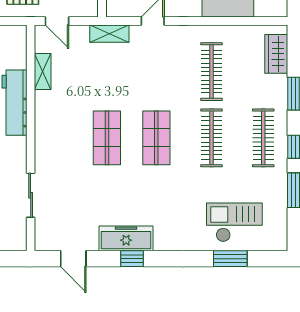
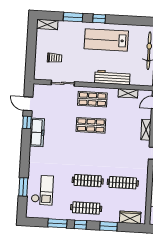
shop shelf: (156, 138) -> (92, 99), moved
door: (73, 259) -> (28, 104), hinge flipped
window: (132, 259) -> (27, 122), moved

